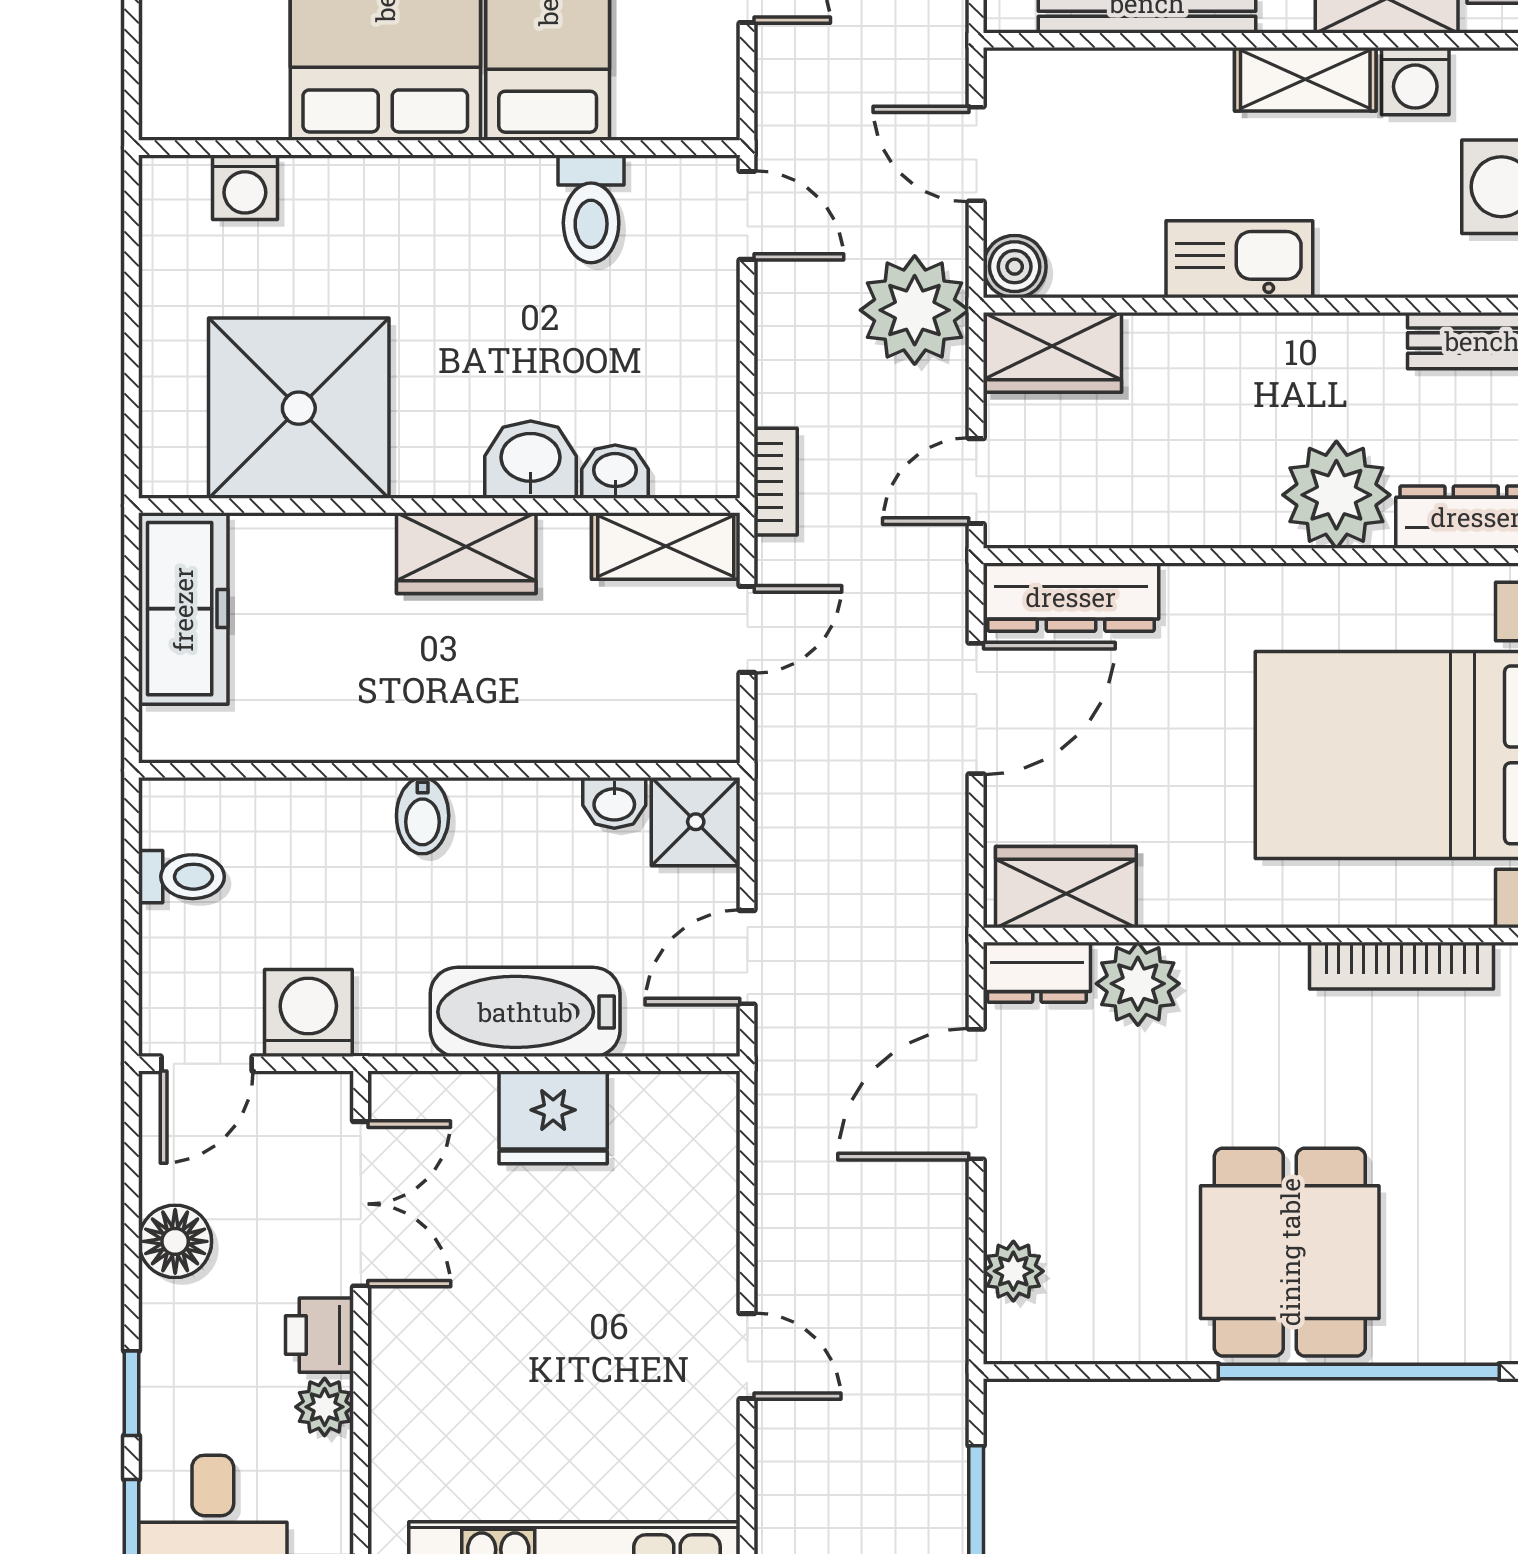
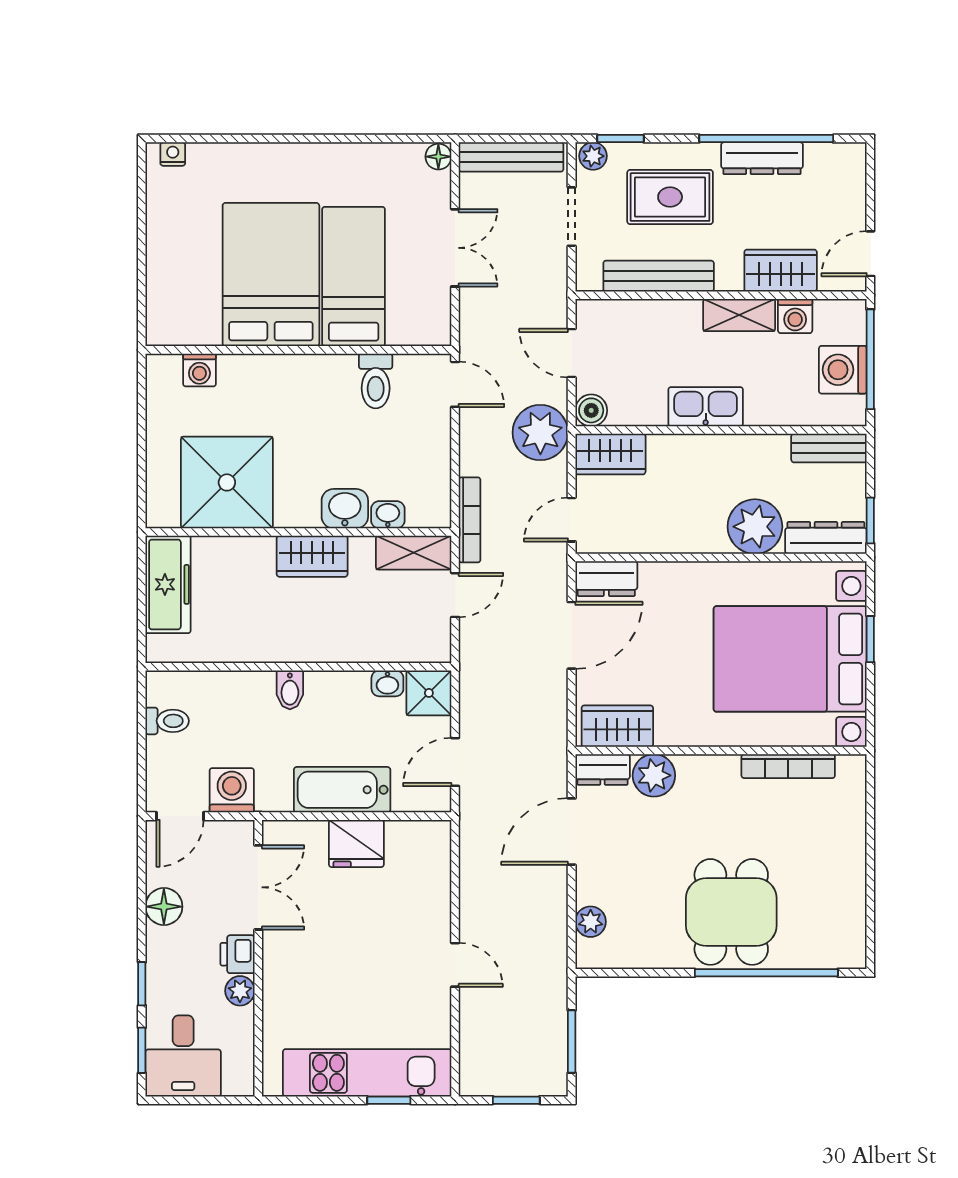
bookcase: (776, 482) -> (470, 520), width x1.56
dresser: (1071, 597) -> (606, 579), width x0.70

